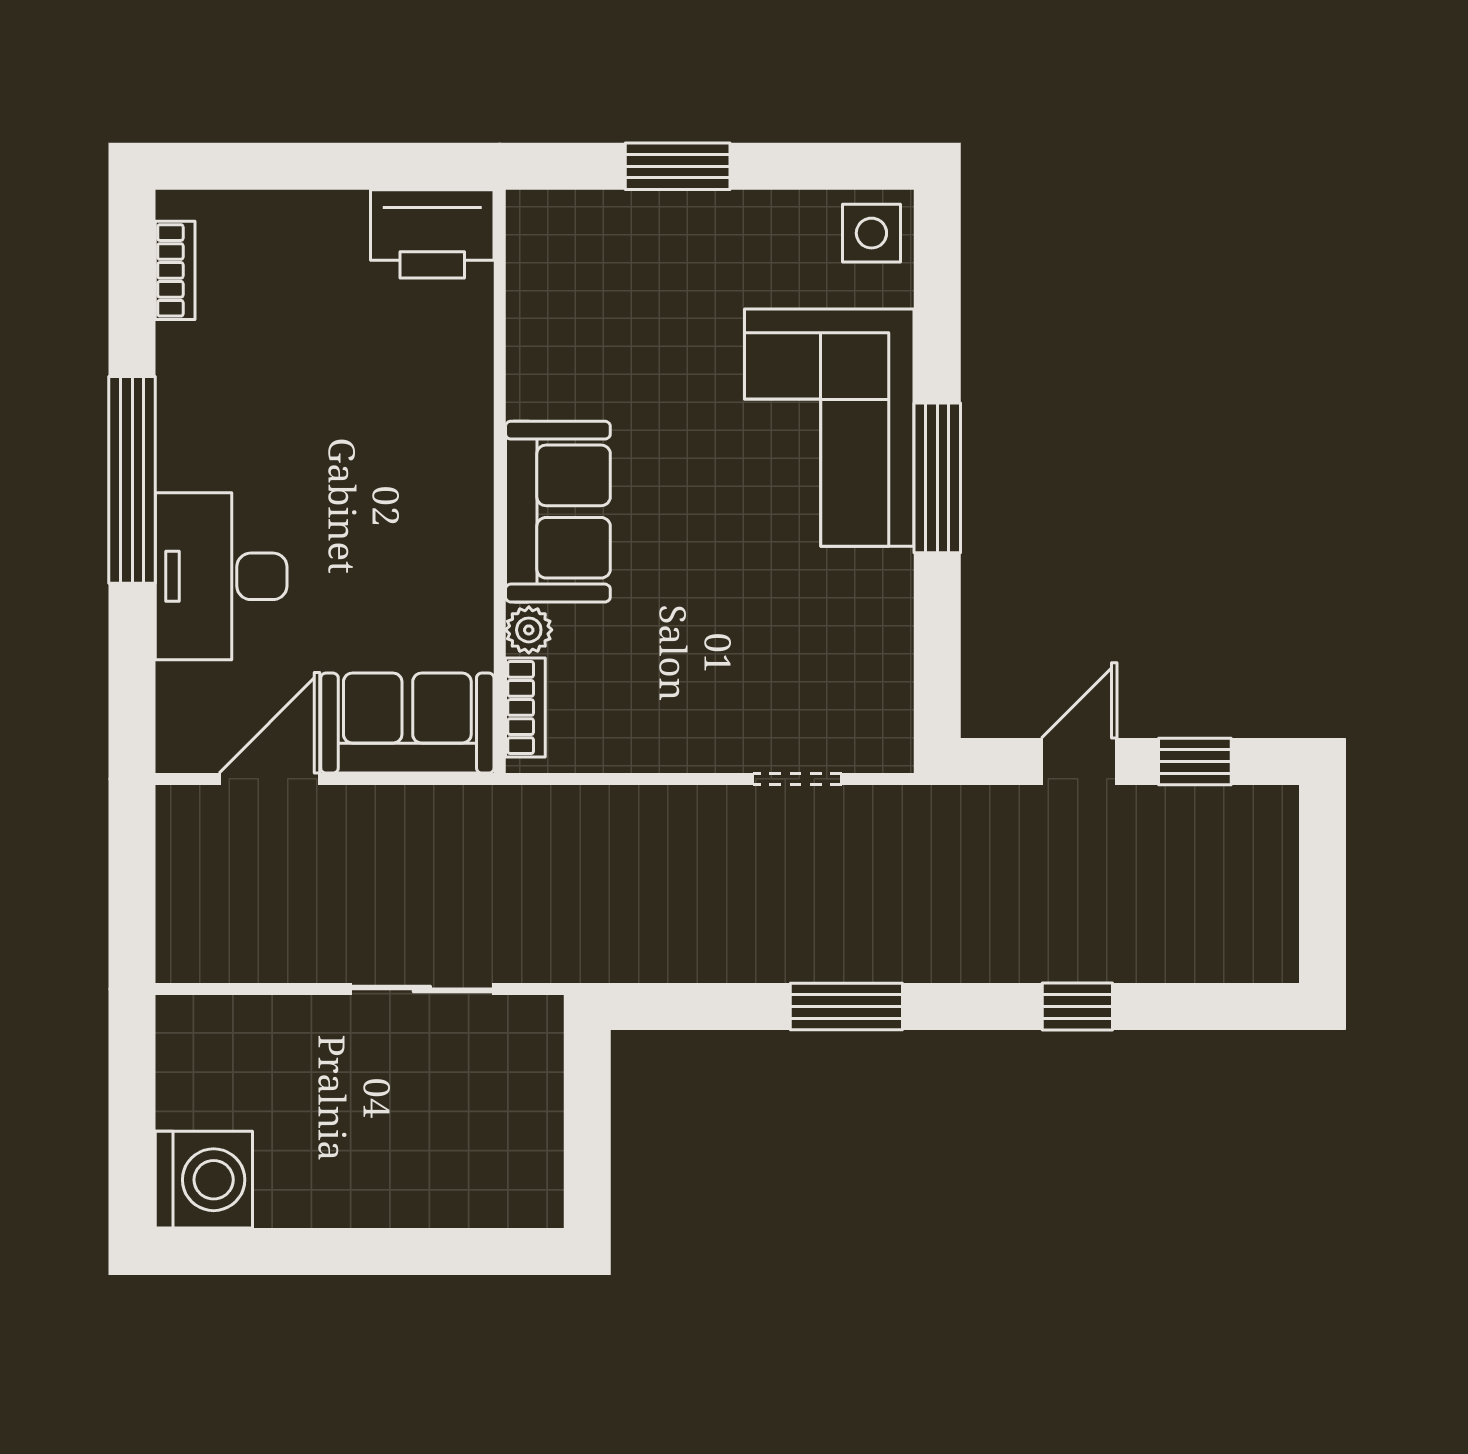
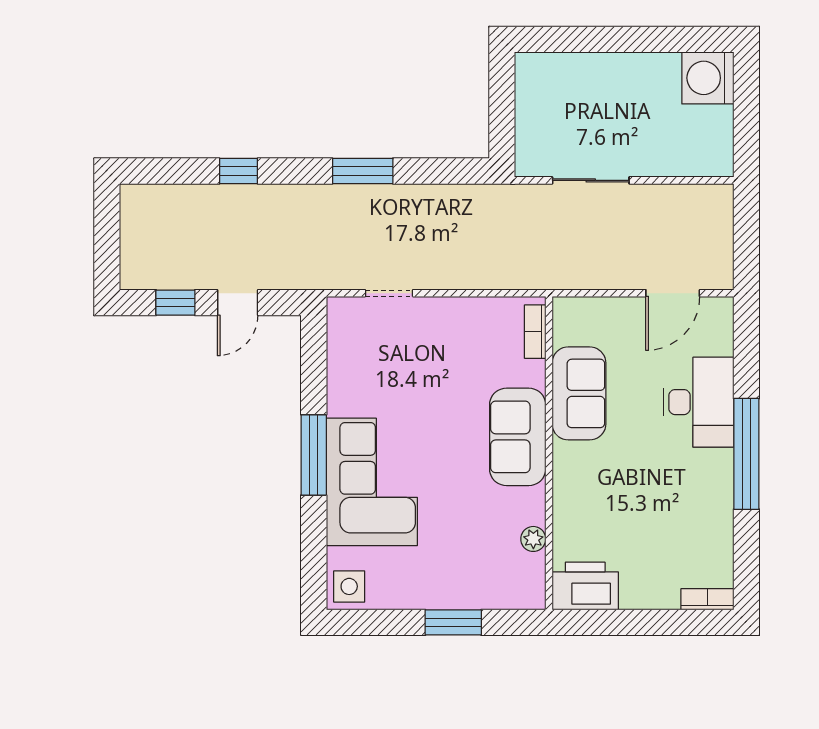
bookcase: (175, 270) -> (707, 599), moved, turned 90
plant: (529, 630) -> (533, 539), moved
sofa: (407, 723) -> (579, 393), moved, turned -90

